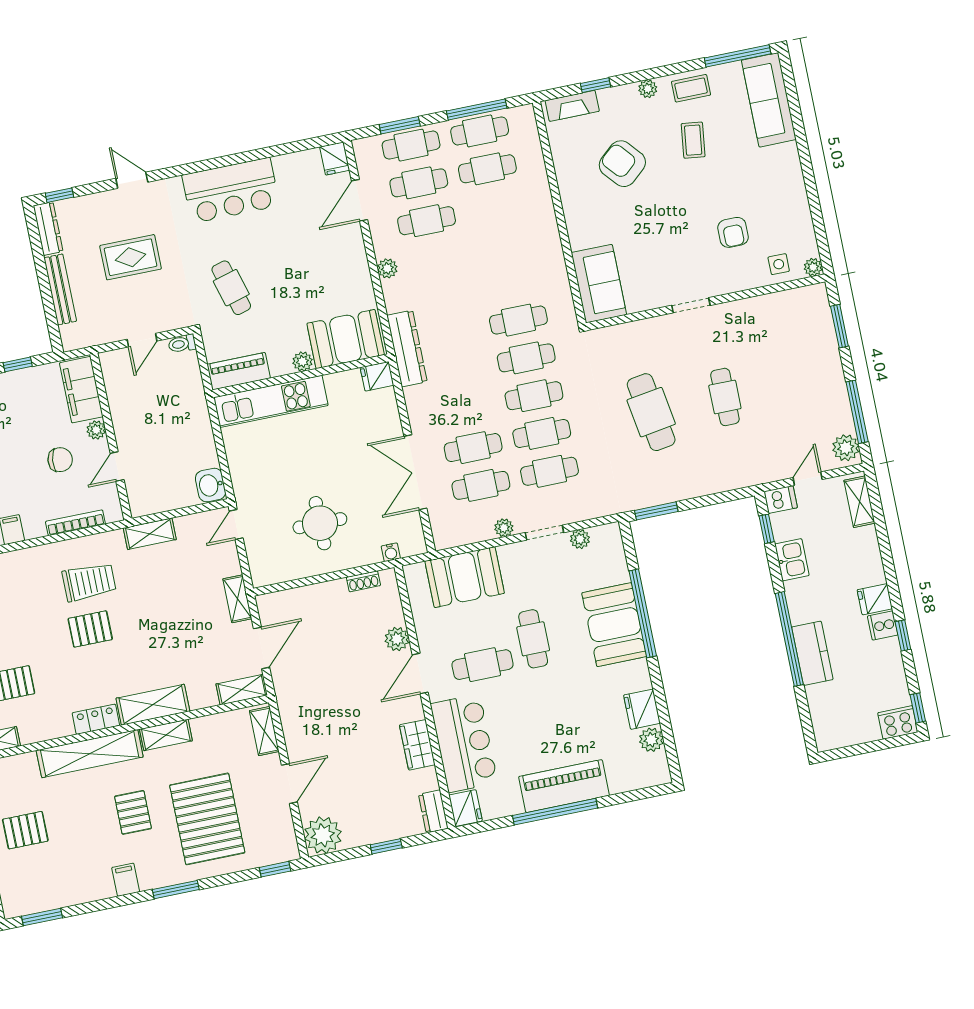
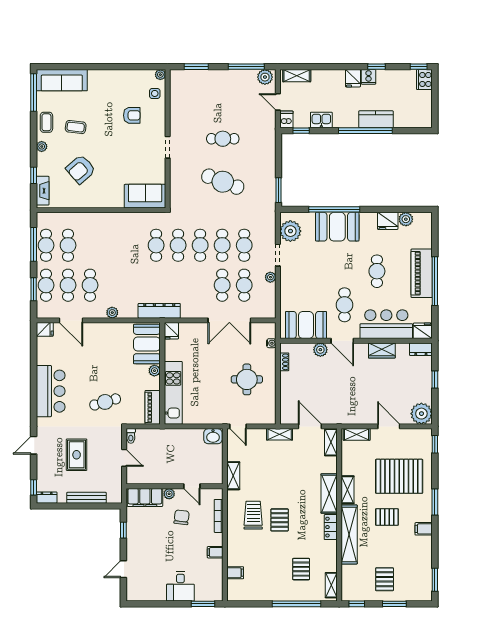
dresser: (48, 229) -> (47, 498), width x0.70
cafe table: (651, 412) -> (223, 182), turned 30
plant: (580, 539) -> (290, 231), width x1.87, depth x1.87
booth: (465, 577) -> (306, 325), moved, turned 90
cafe table: (533, 639) -> (377, 271), moved, turned 90

